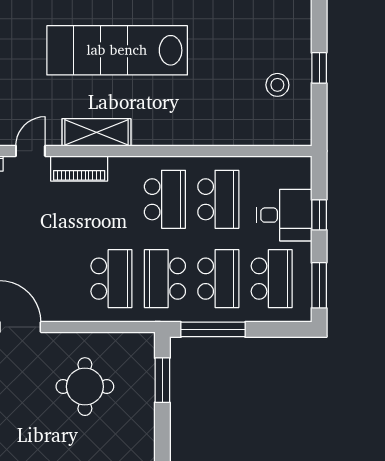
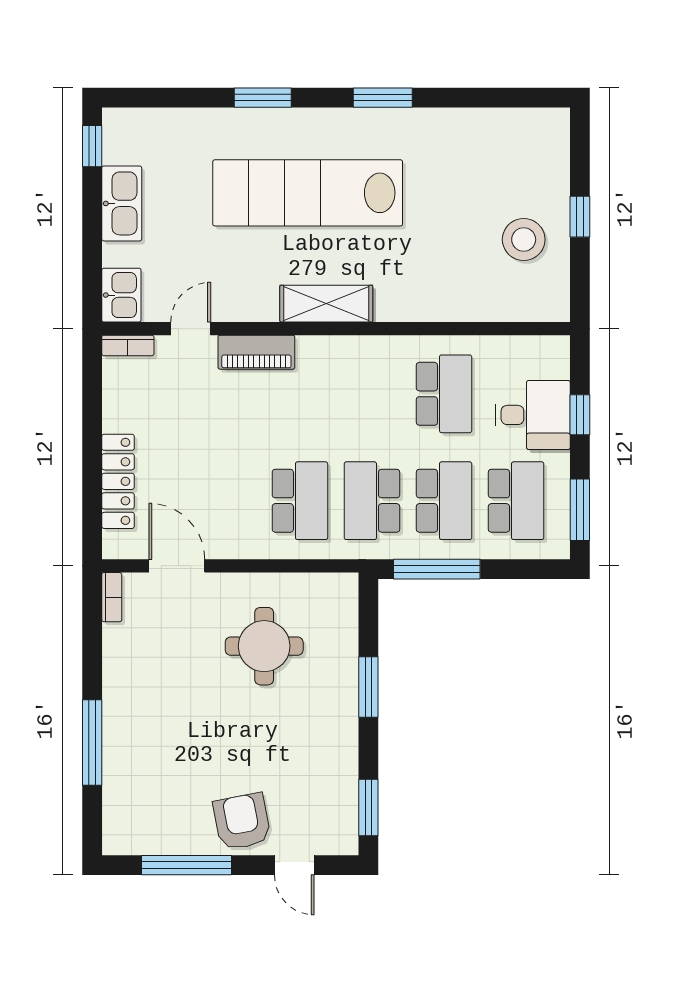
stool: (277, 85) -> (524, 240), width x1.38, depth x1.38
shelving: (96, 132) -> (326, 304), moved
school desk: (165, 199) -> (372, 394), removed
window: (162, 380) -> (368, 687), moved

